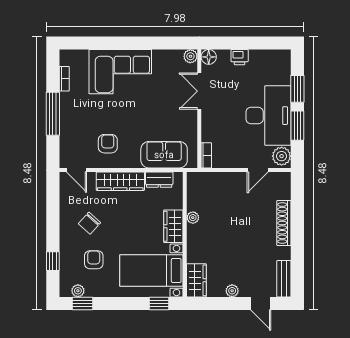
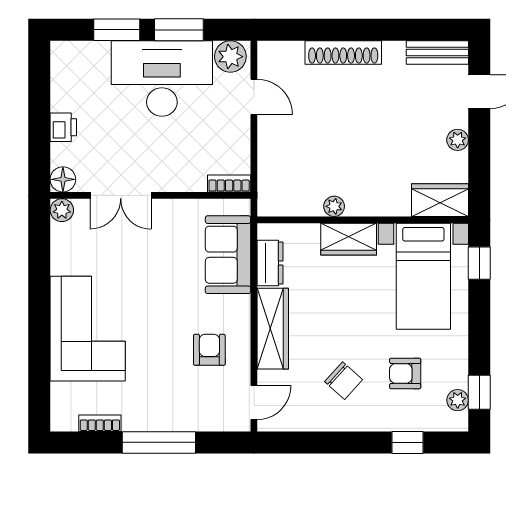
armchair: (108, 144) -> (209, 350), turned 90

